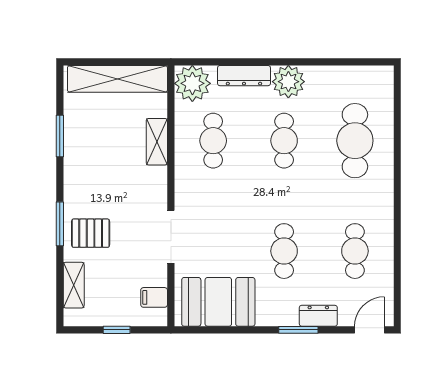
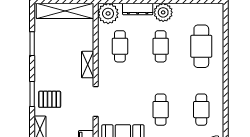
shelving: (157, 142) -> (88, 65), moved

